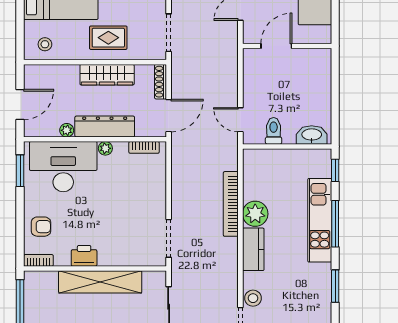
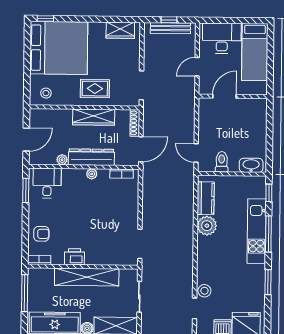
desk: (63, 167) -> (47, 183), width x0.53, depth x0.77
bookcase: (231, 204) -> (188, 218), removed
kitchen counter: (253, 249) -> (206, 198), moved

